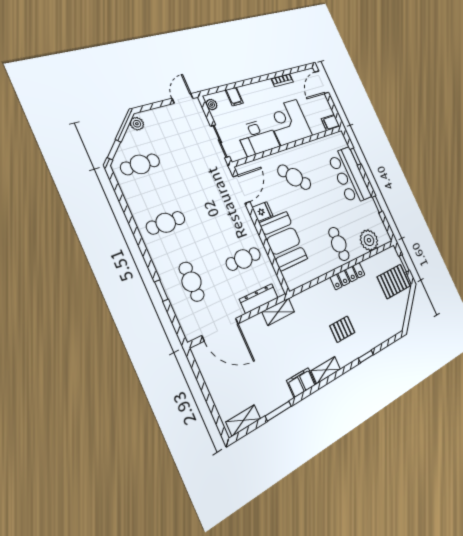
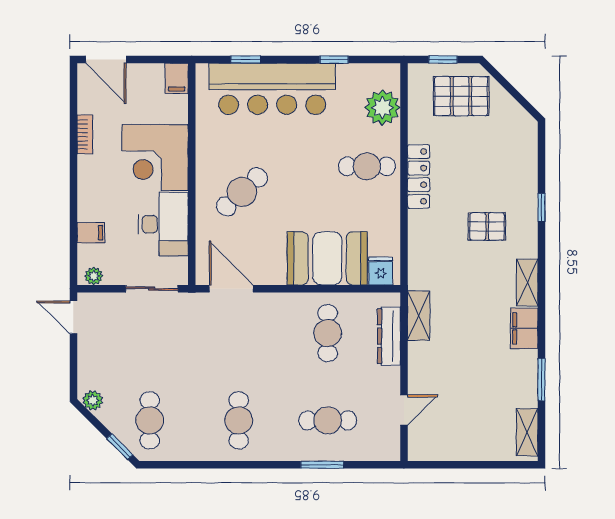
bar counter: (349, 176) -> (272, 89), width x1.36
fridge: (262, 211) -> (381, 271), moved
pallet: (394, 281) -> (461, 96), turned 90
window: (161, 291) -> (322, 465), width x1.50
pallet: (342, 329) -> (487, 226), turned 90
door: (220, 330) -> (404, 410), width x0.53

